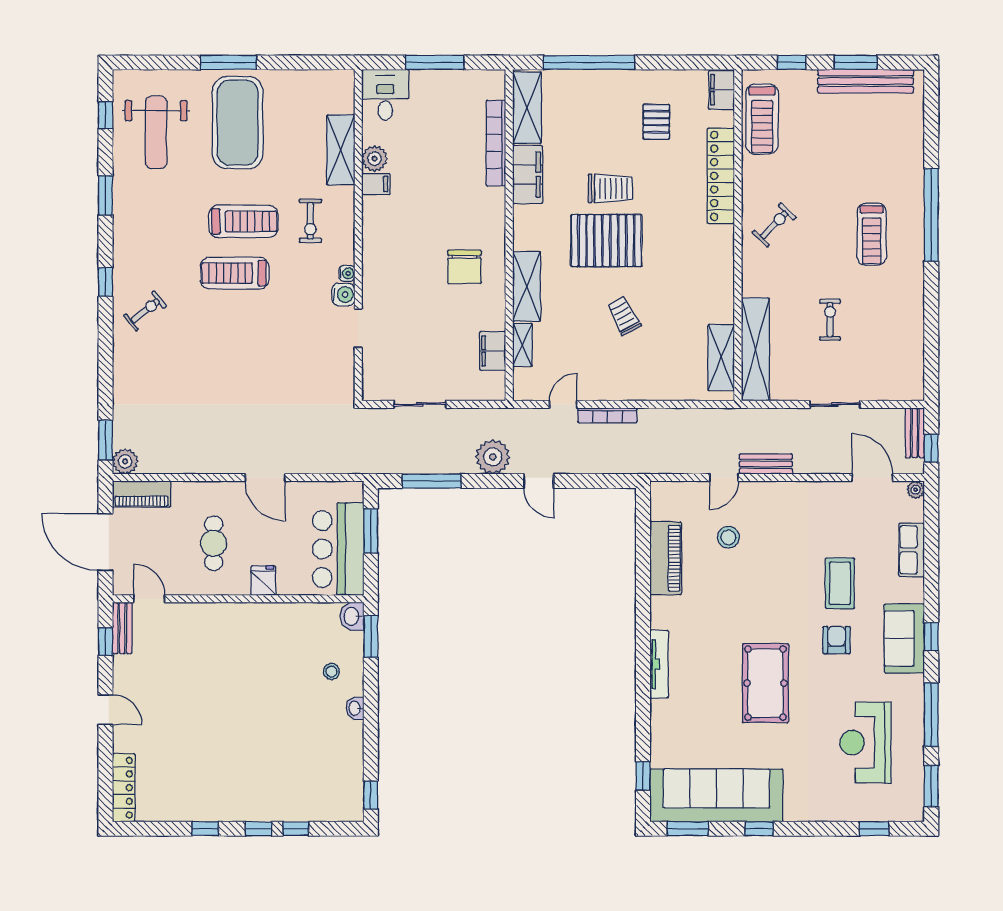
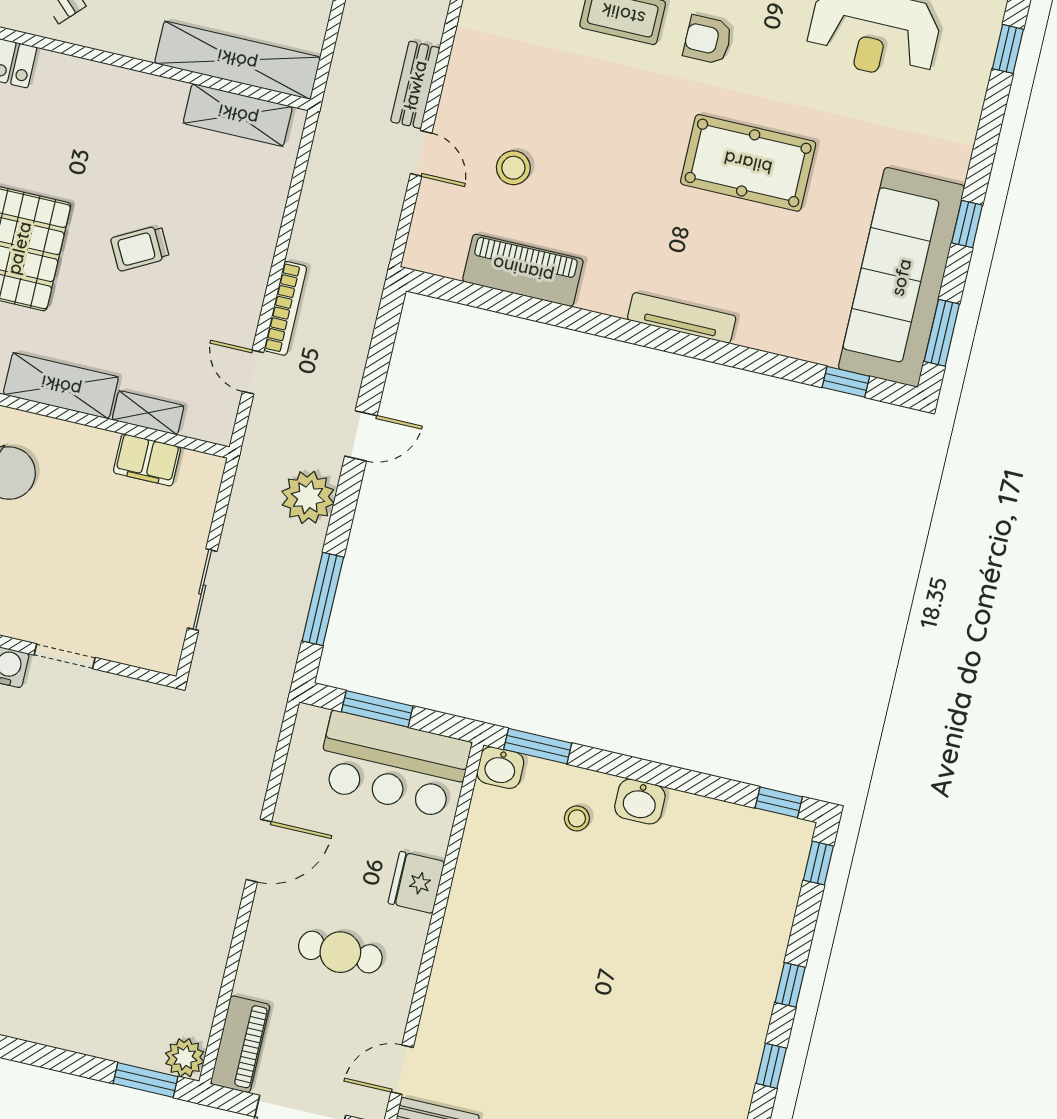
fridge: (263, 581) -> (416, 882), width x1.38
washbasin: (355, 708) -> (640, 802), width x1.38, depth x1.45
window: (296, 829) -> (818, 863), moved

